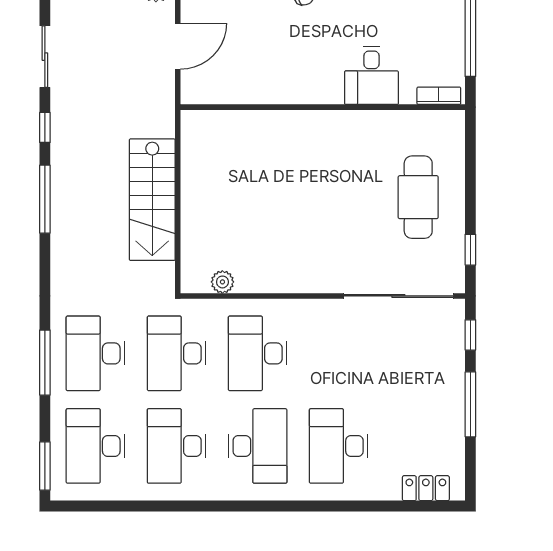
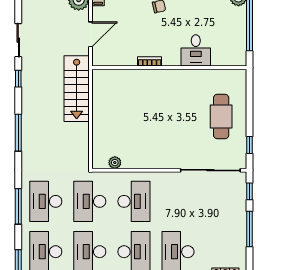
bookcase: (439, 96) -> (150, 61), moved
window: (45, 199) -> (18, 133), moved
stairs: (152, 200) -> (77, 89), moved
desk: (258, 353) -> (134, 201), turned 180

